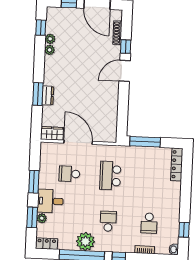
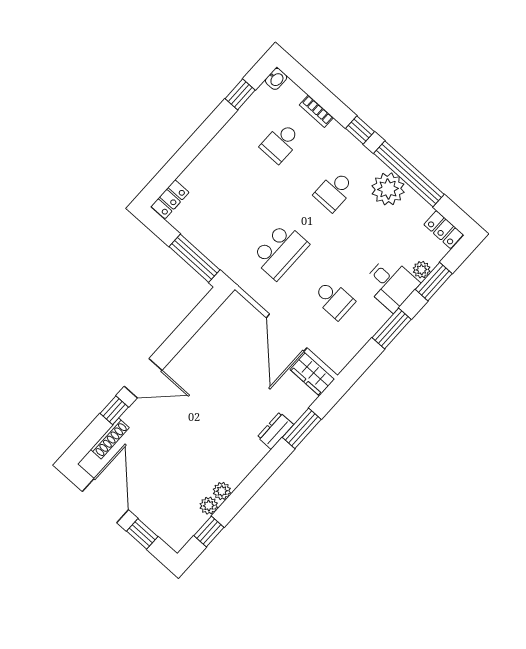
window: (38, 94) -> (302, 428), moved
locker: (177, 164) -> (170, 199), width x0.66
school desk: (149, 223) -> (281, 143), turned 180

